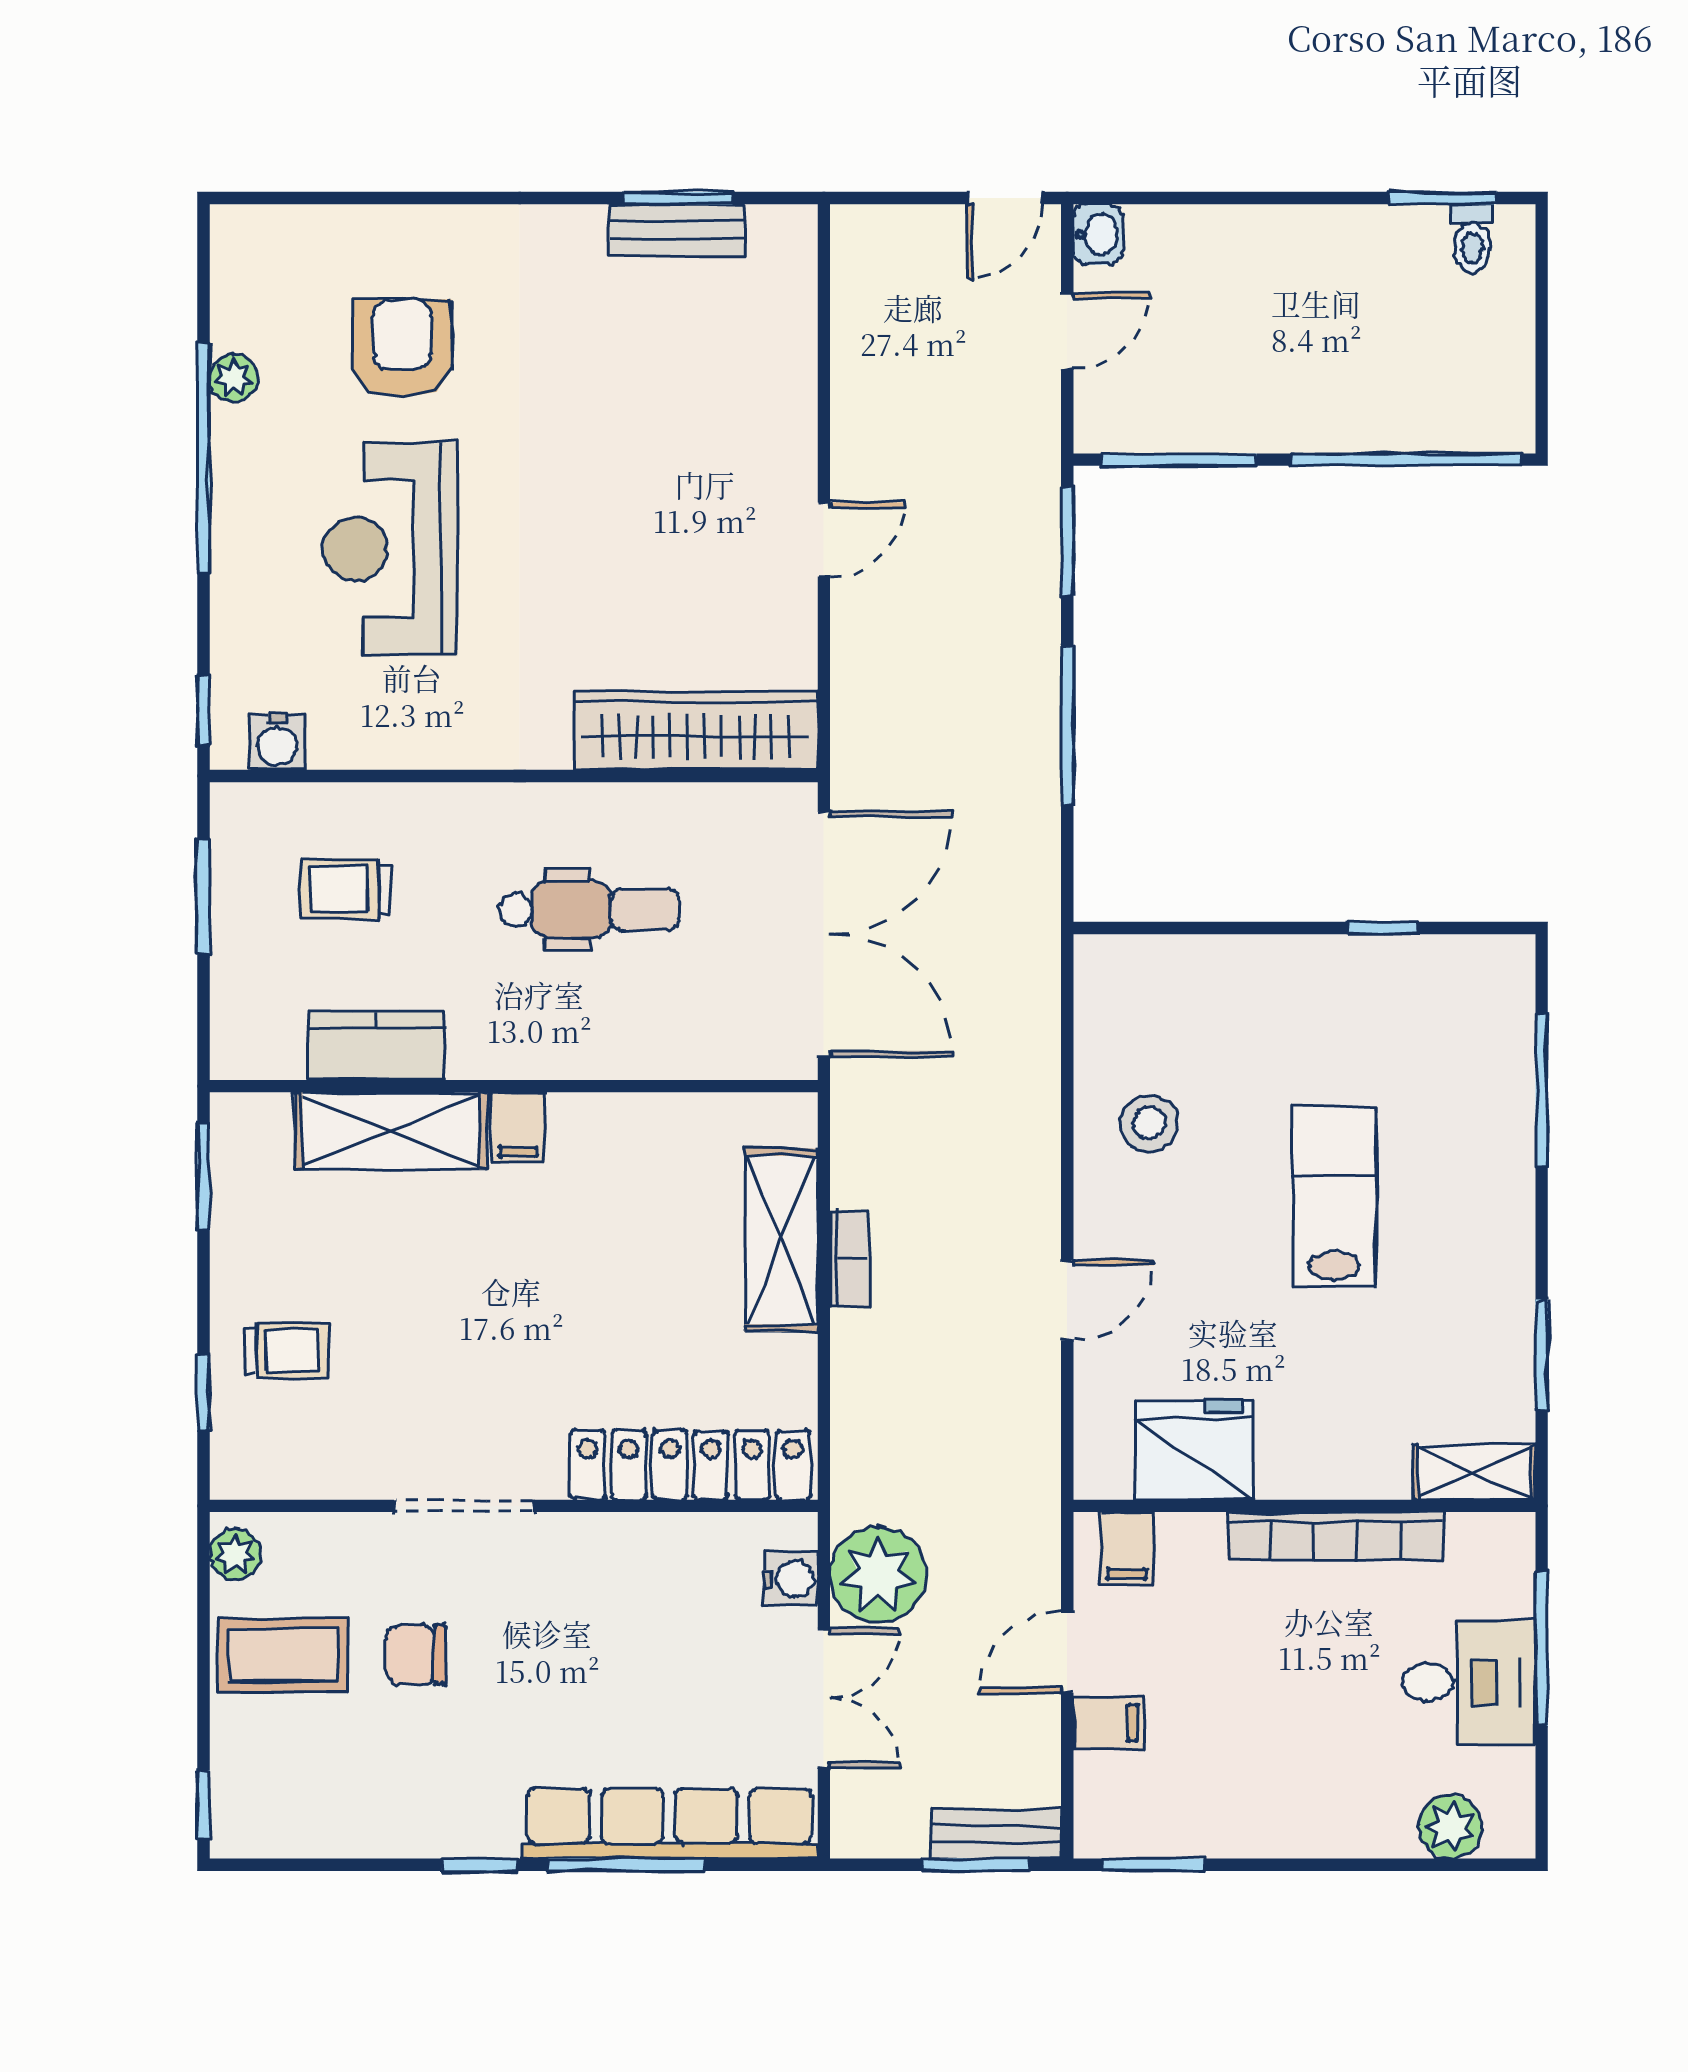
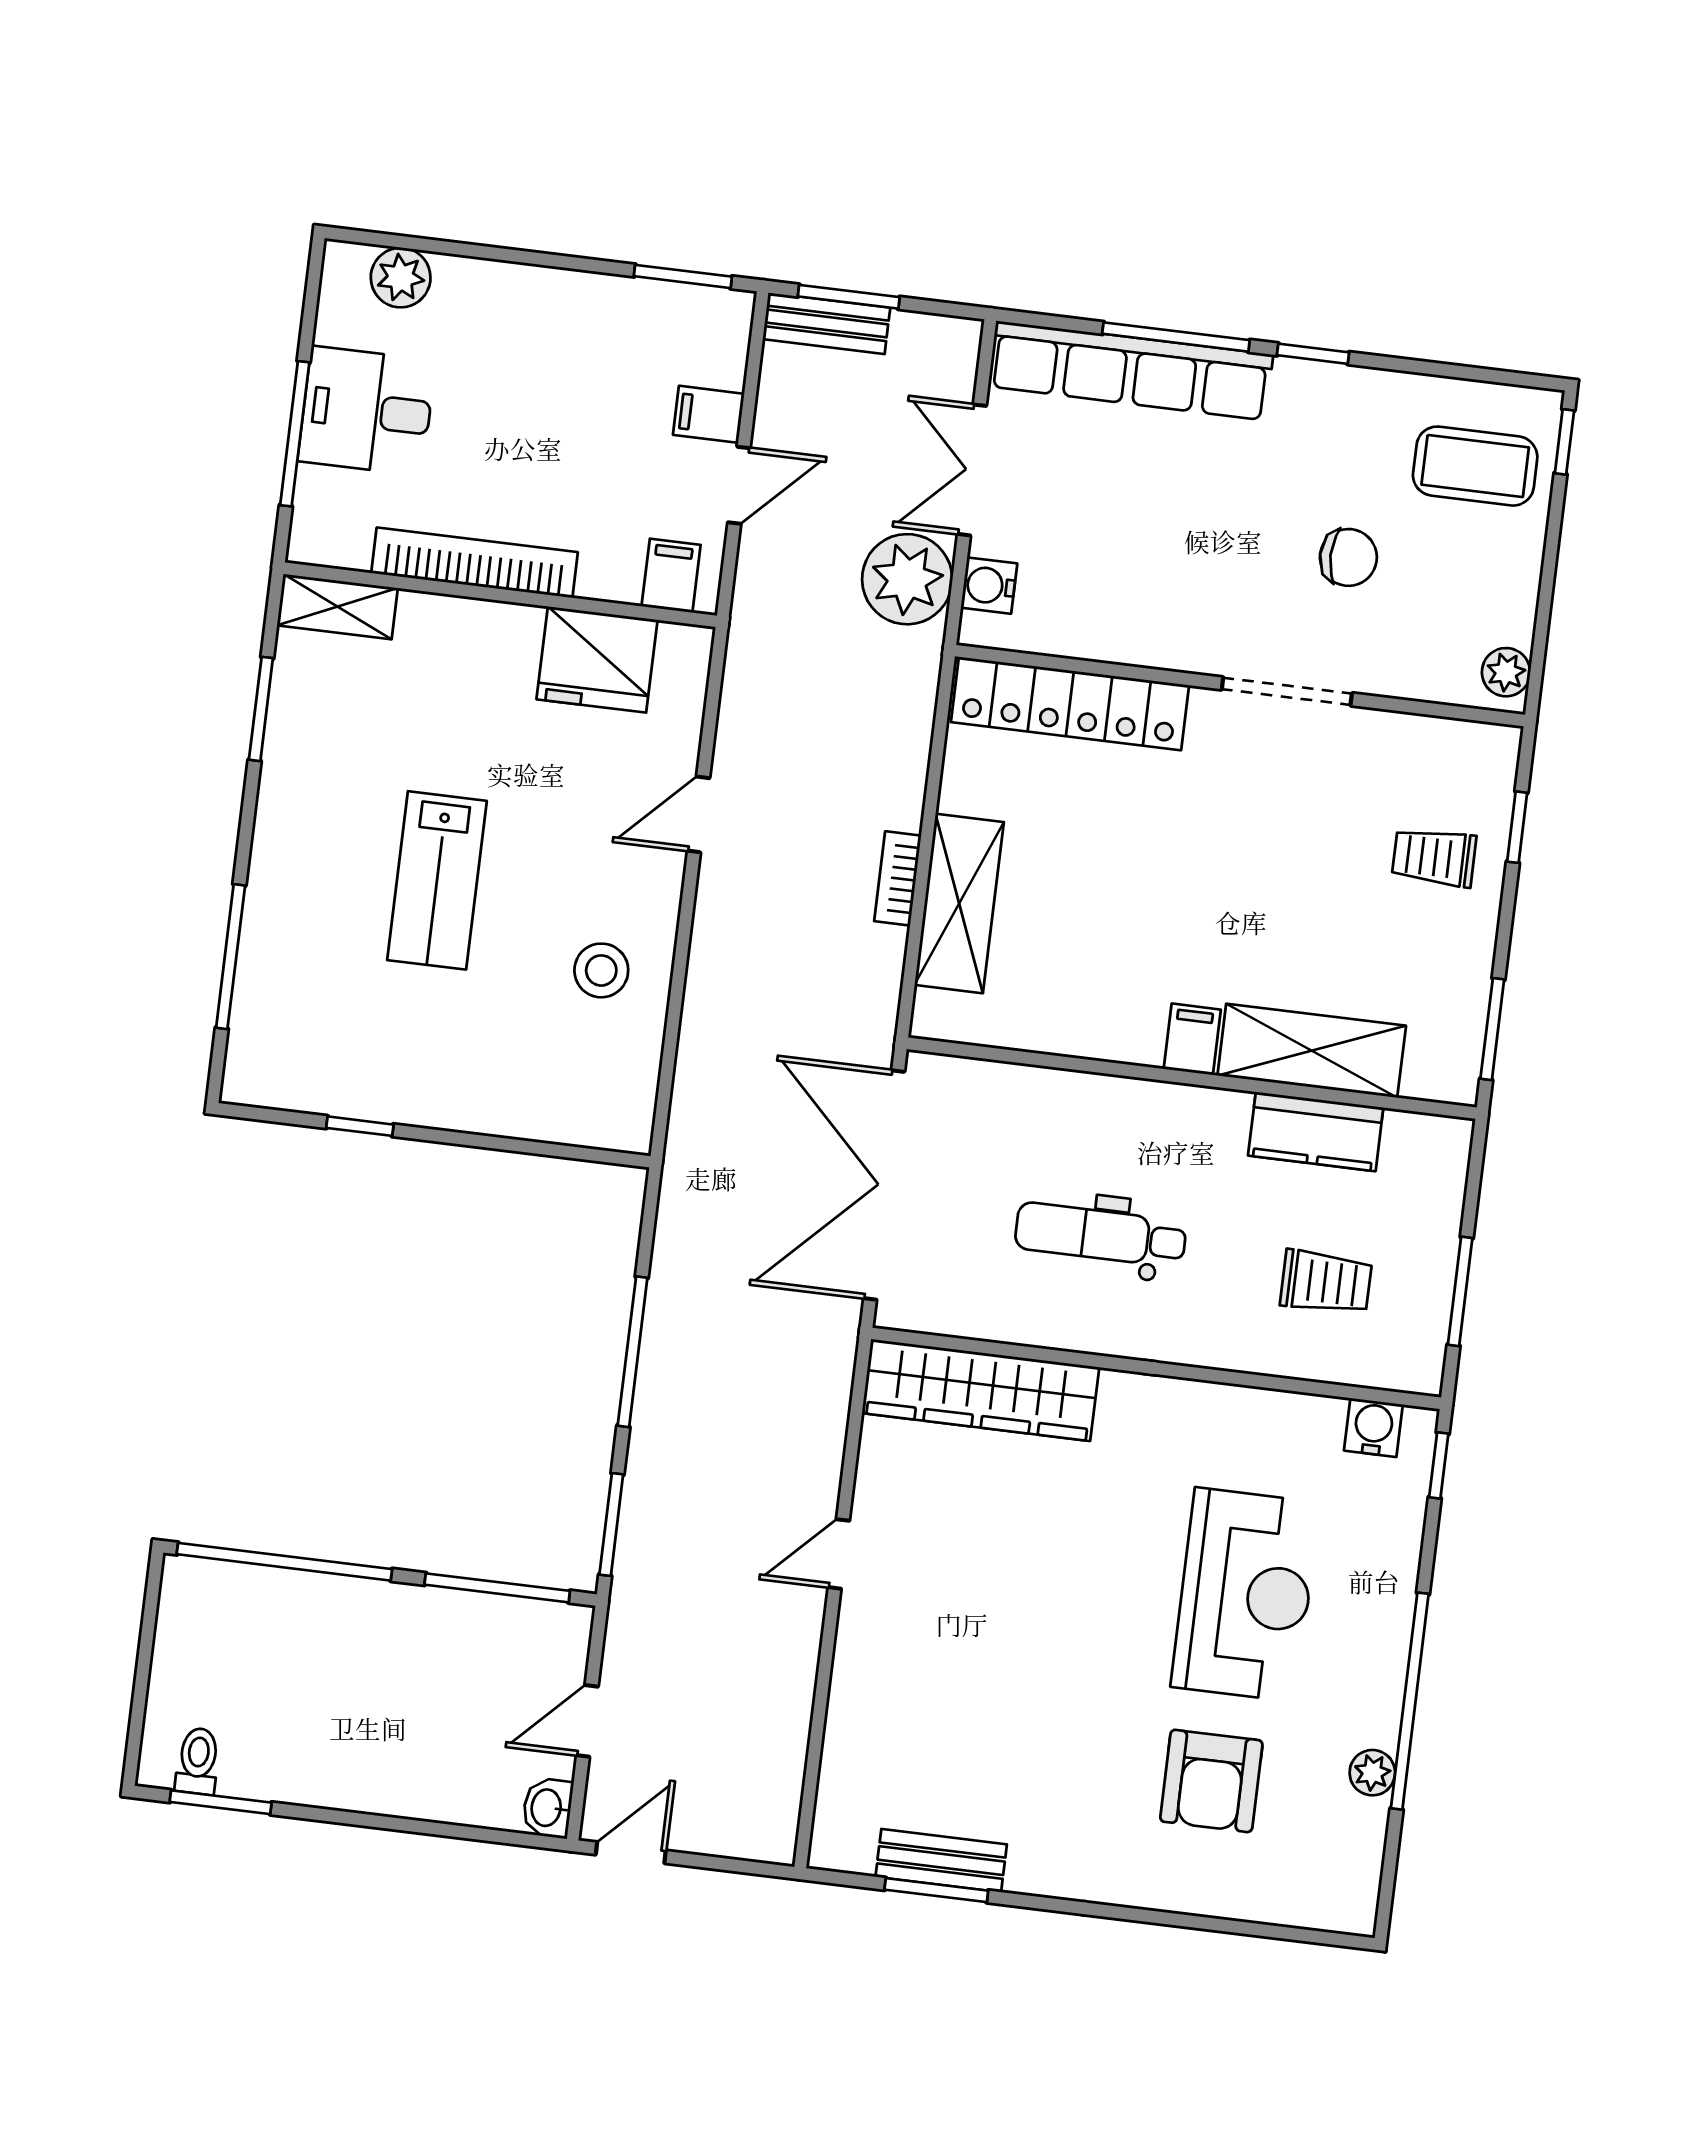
coffee table: (283, 1655) -> (1475, 466), moved

